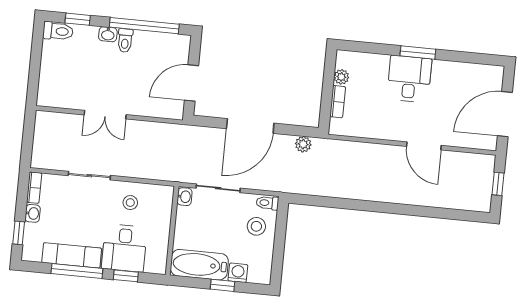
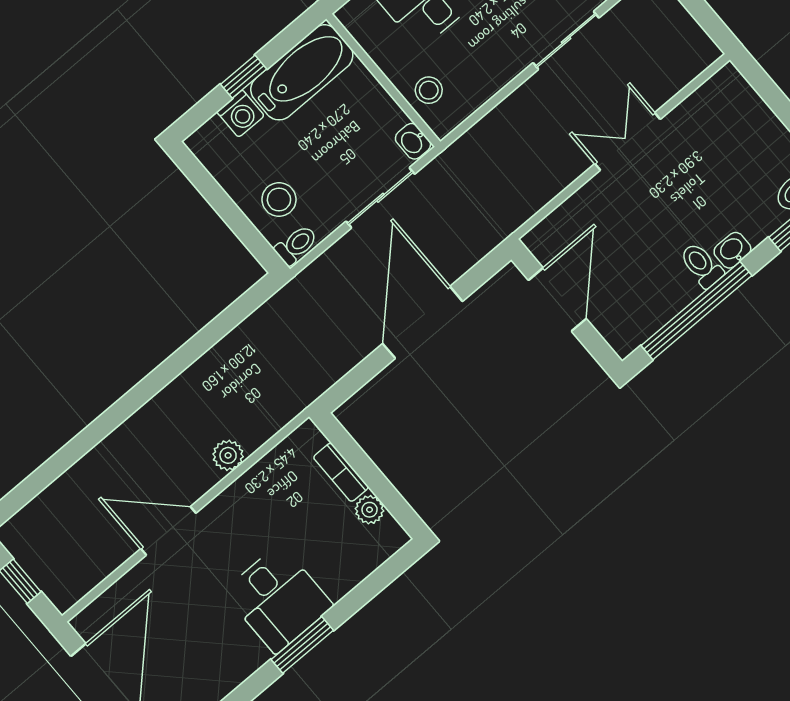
plant: (303, 144) -> (228, 455), moved
stool: (130, 203) -> (429, 90), moved

